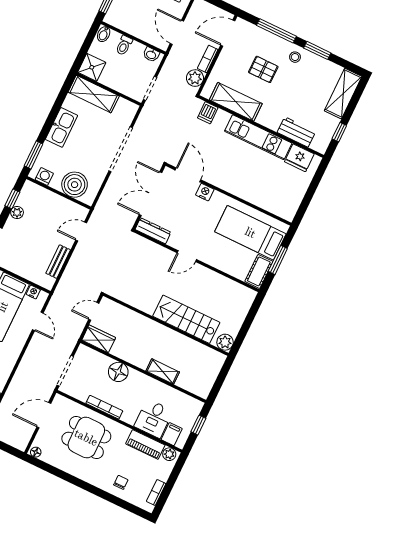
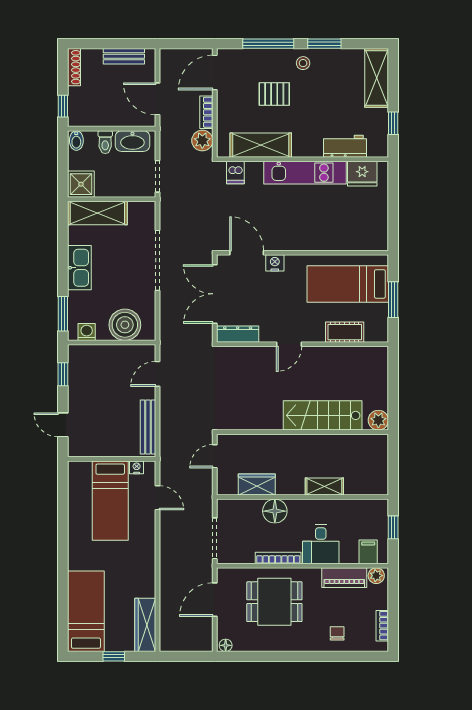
washbasin: (151, 55) -> (132, 141), width x1.91, depth x1.45
plant: (17, 213) -> (76, 387), removed
bench: (58, 262) -> (148, 427), width x1.36
cot: (259, 271) -> (345, 332), moved, turned 90
wardrobe: (99, 339) -> (257, 484), moved
desk: (154, 419) -> (321, 544), moved

